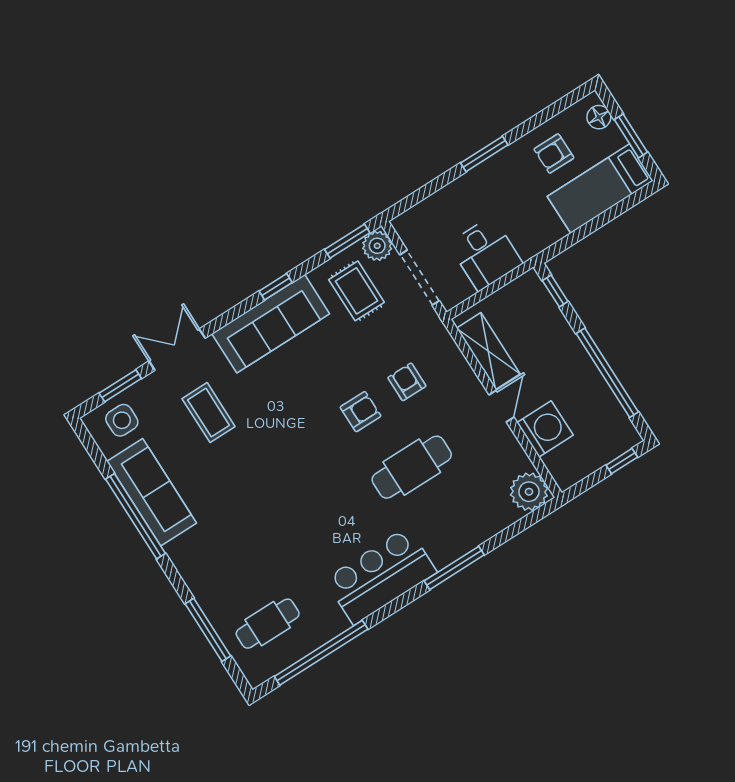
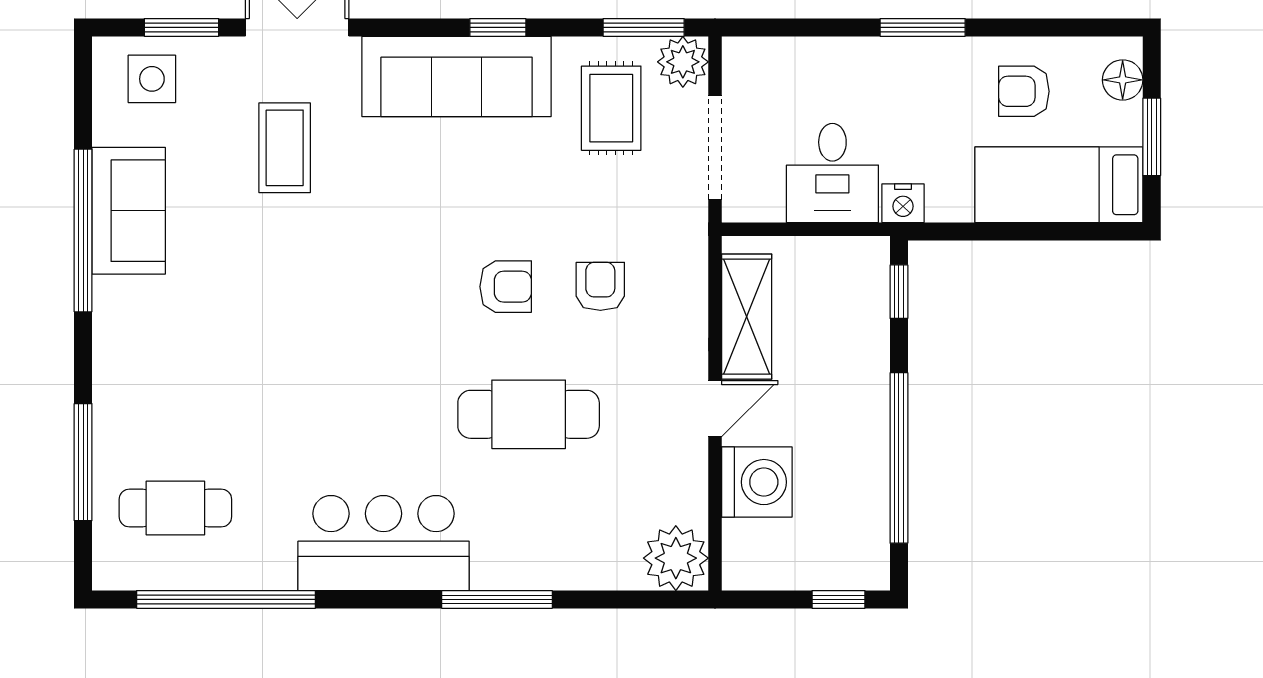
nightstand: (530, 246) -> (903, 203), added
sofa: (152, 492) -> (129, 211), width x0.73

